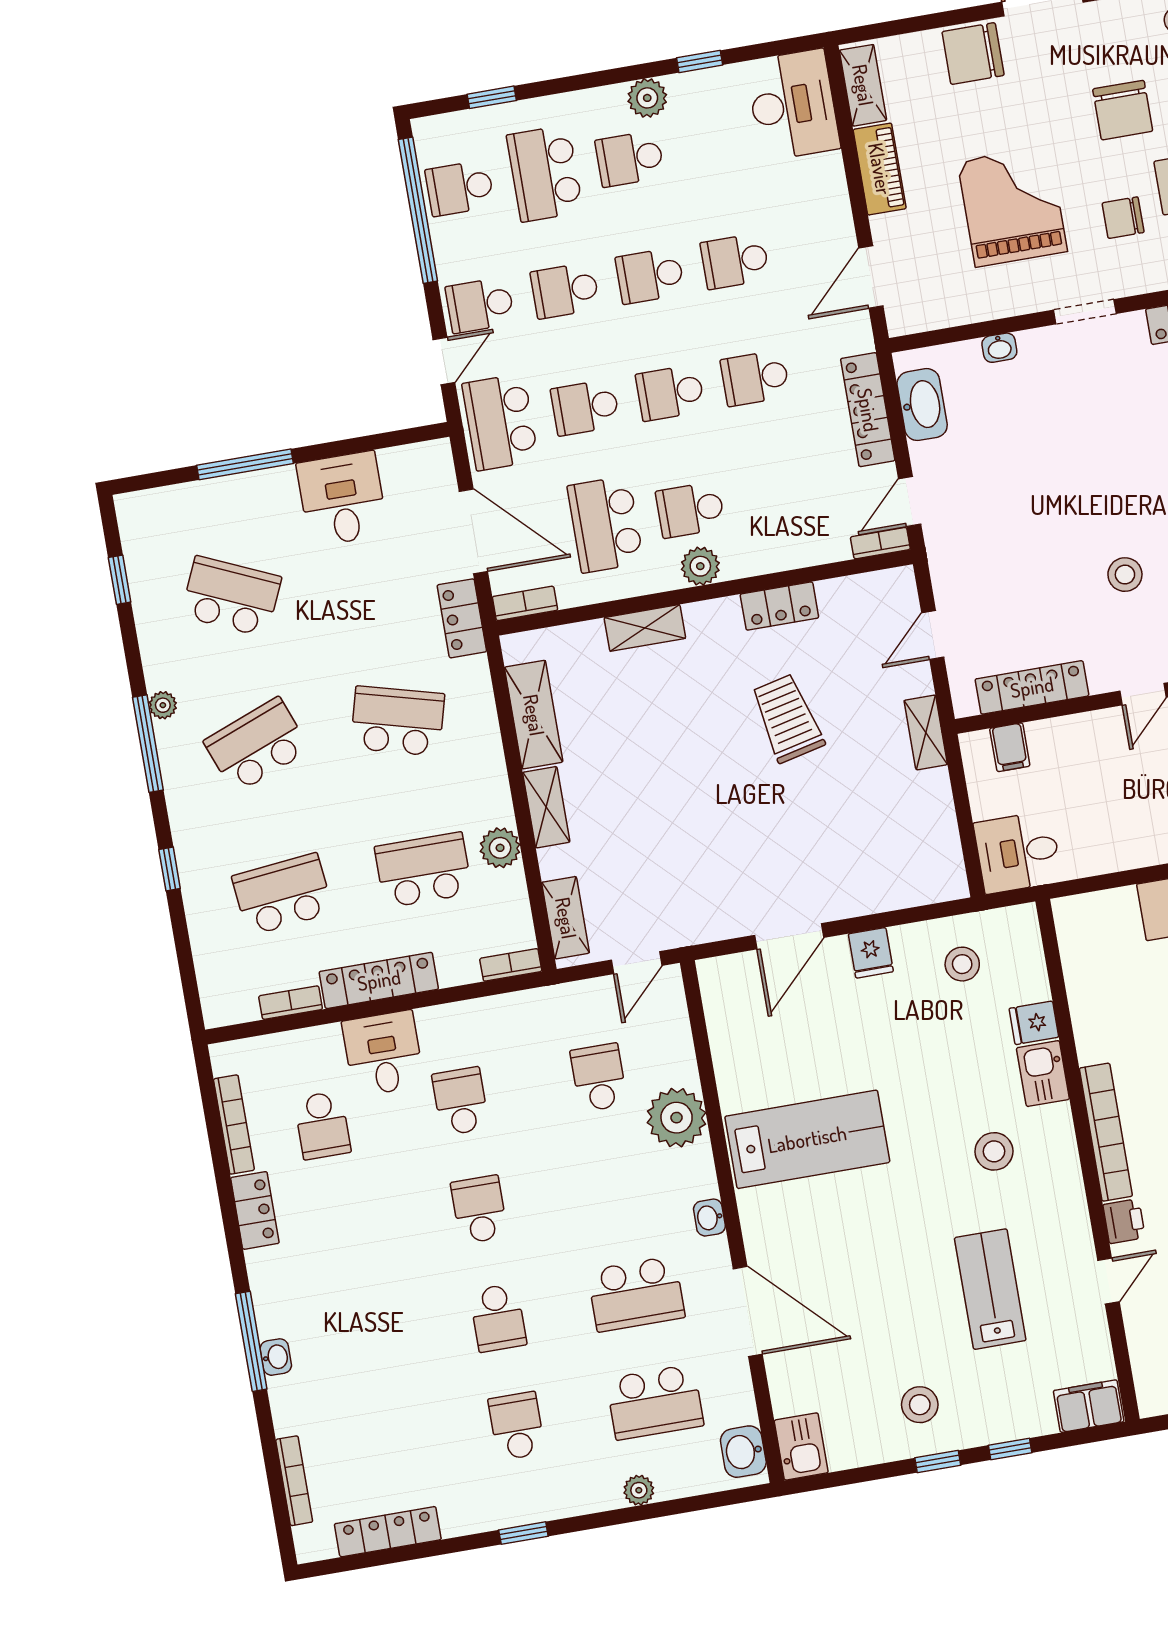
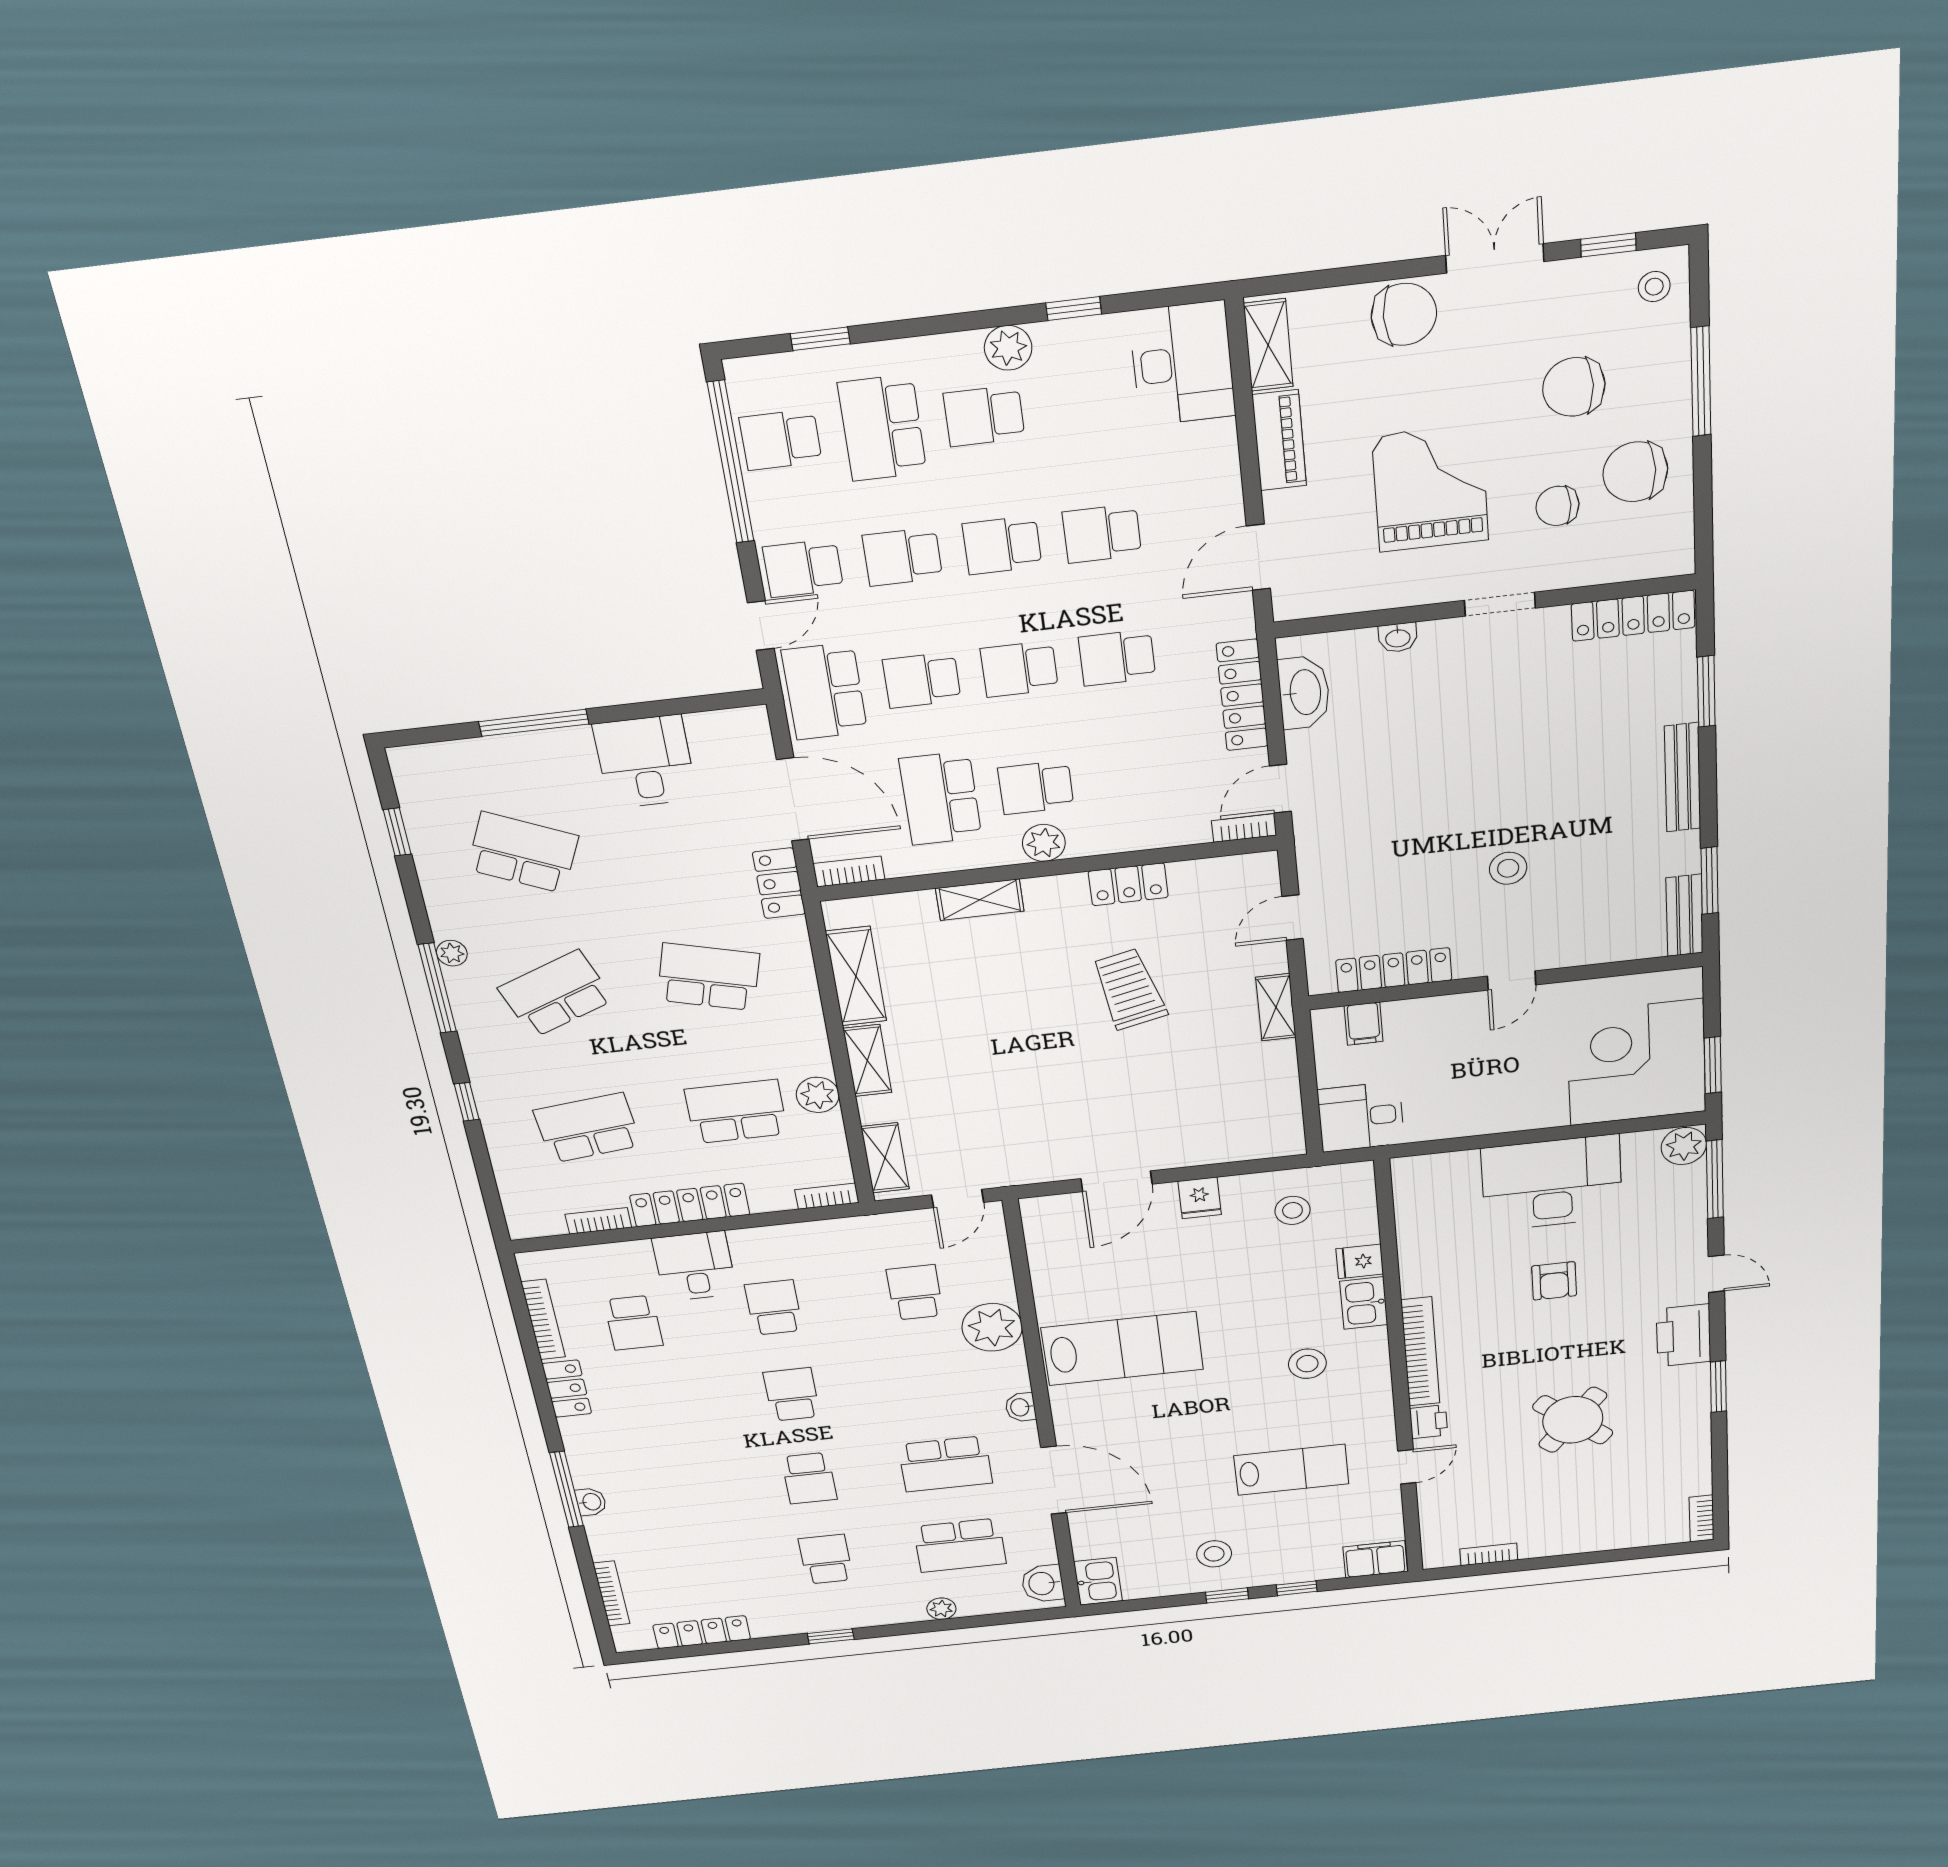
chair: (973, 54) -> (1404, 314), turned 180
chair: (1123, 110) -> (1574, 387), turned 90
lab bench: (990, 1289) -> (1291, 1470), turned 90

